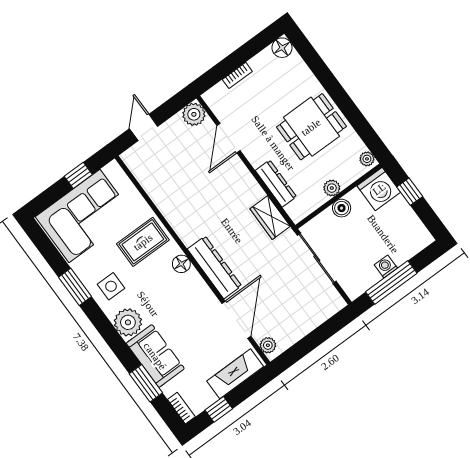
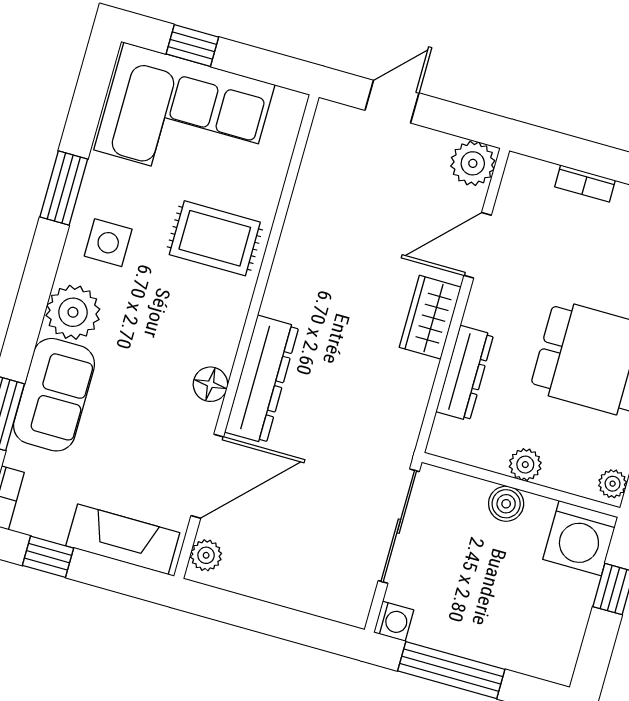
window: (78, 175) -> (192, 46), moved
wardrobe: (270, 218) -> (430, 317), moved
floor lamp: (181, 264) -> (210, 384), moved
washing machine: (386, 267) -> (394, 621), moved, turned 90

